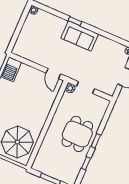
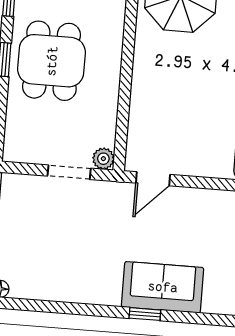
sofa: (80, 36) -> (163, 287), moved
door: (53, 74) -> (153, 179), swing flipped

